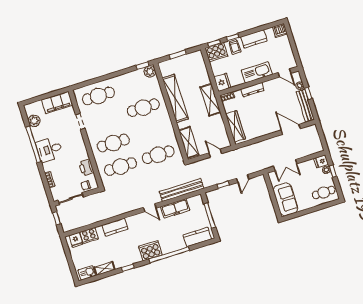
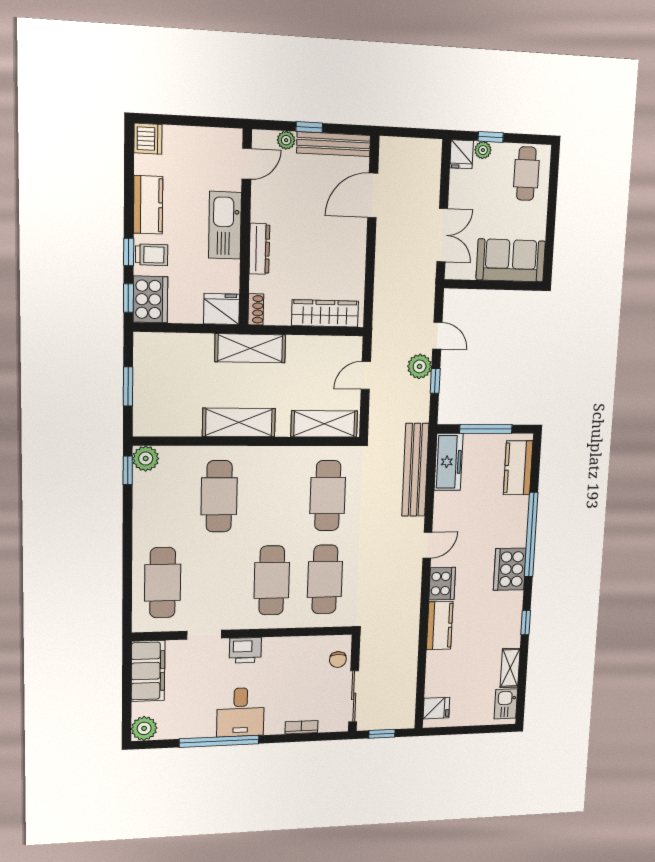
shelving: (175, 98) -> (239, 423), width x0.68
plant: (34, 121) -> (144, 728), moved
printer: (86, 167) -> (245, 650), moved
plant: (227, 175) -> (420, 366), added
freezer: (175, 208) -> (449, 462), moved
cooker: (89, 235) -> (442, 584), moved

